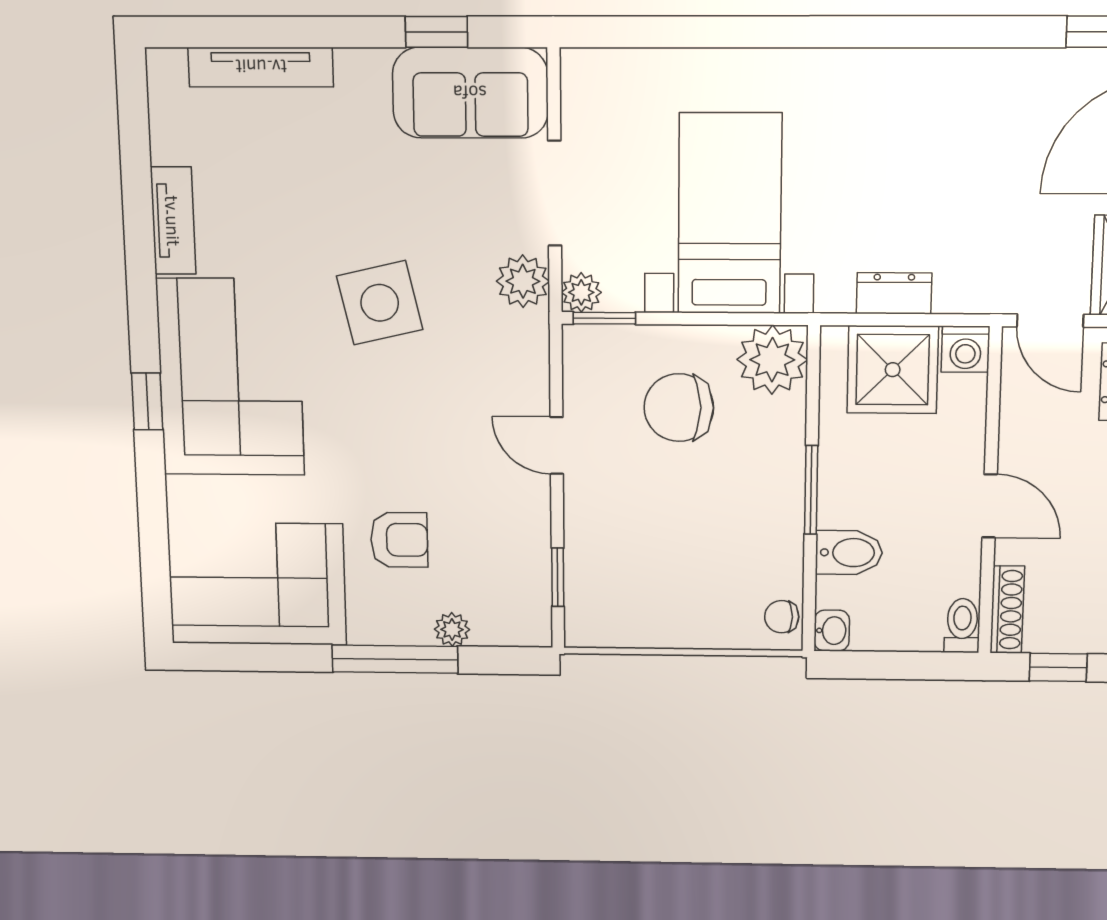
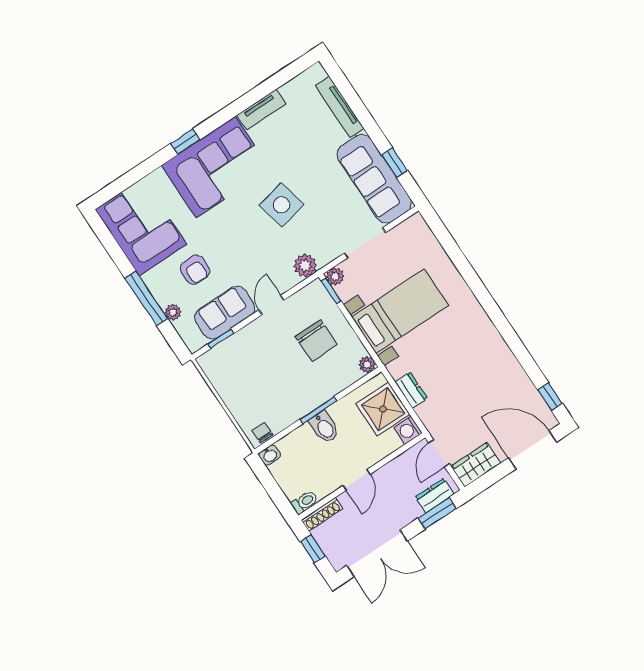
sofa: (470, 93) -> (374, 179), width x1.36
plant: (523, 281) -> (305, 265), moved
plant: (772, 360) -> (367, 365), width x0.53, depth x0.53
chair: (679, 408) -> (316, 341), turned 180
sofa: (514, 539) -> (225, 313), added
bidet: (849, 553) -> (324, 427), moved

